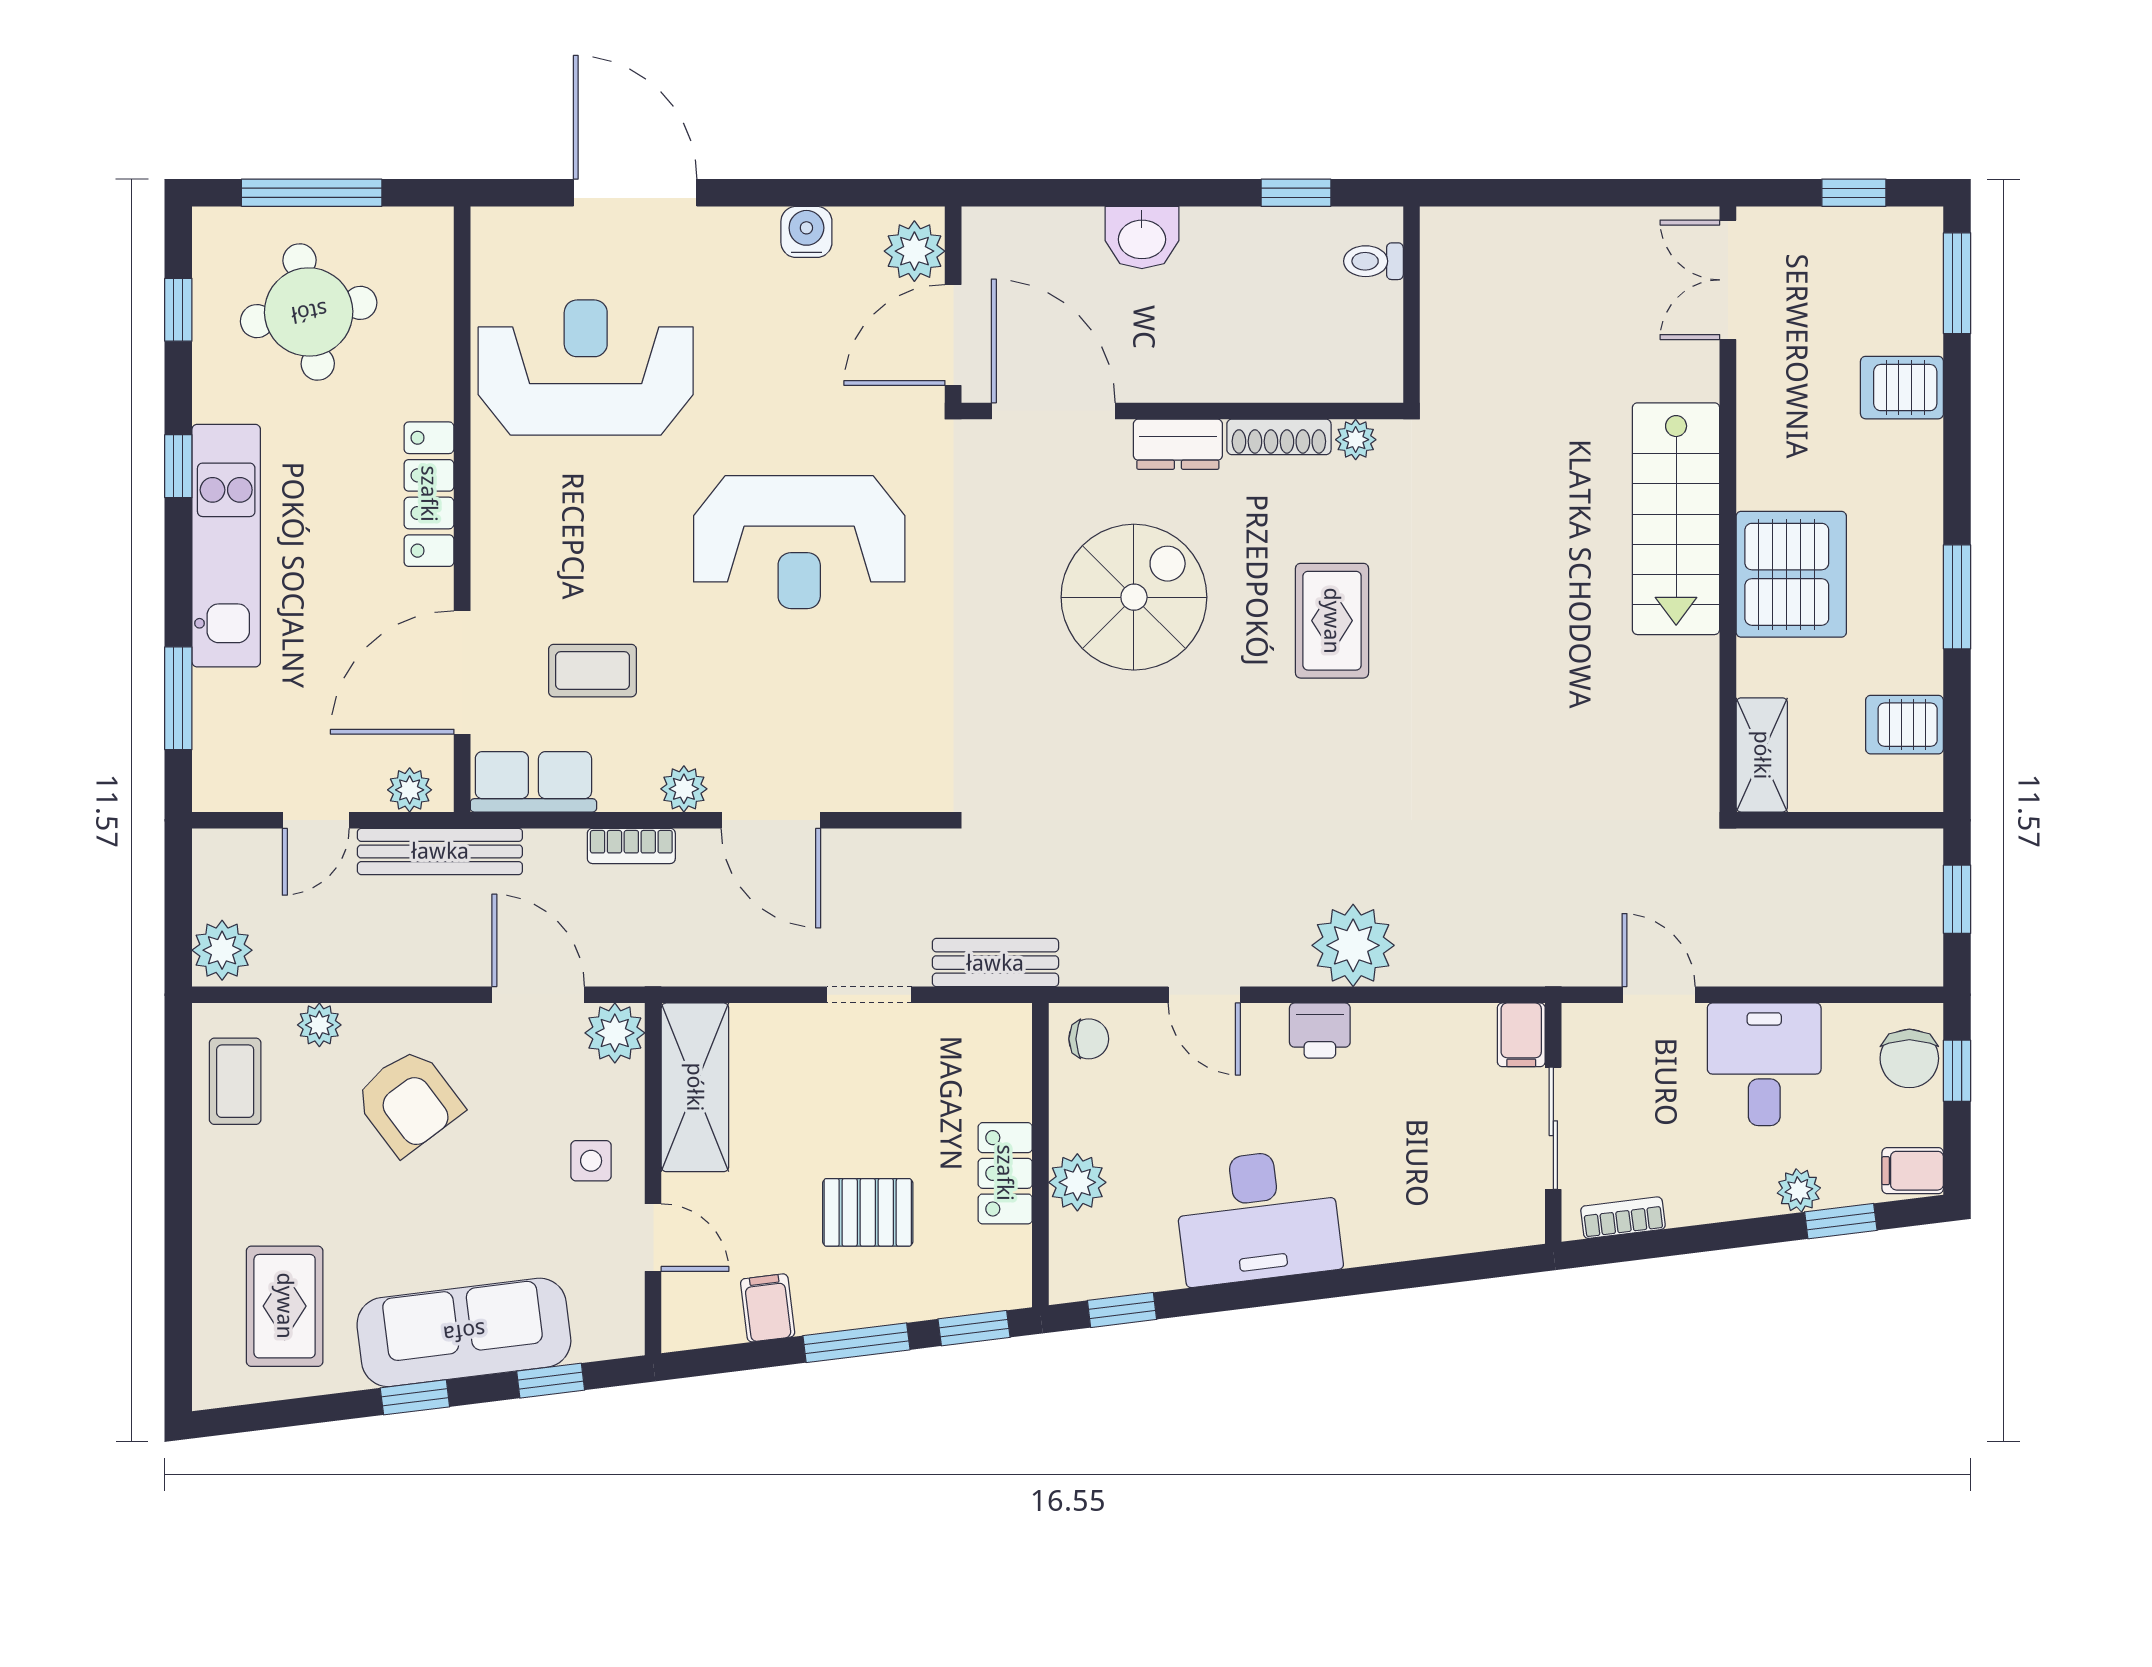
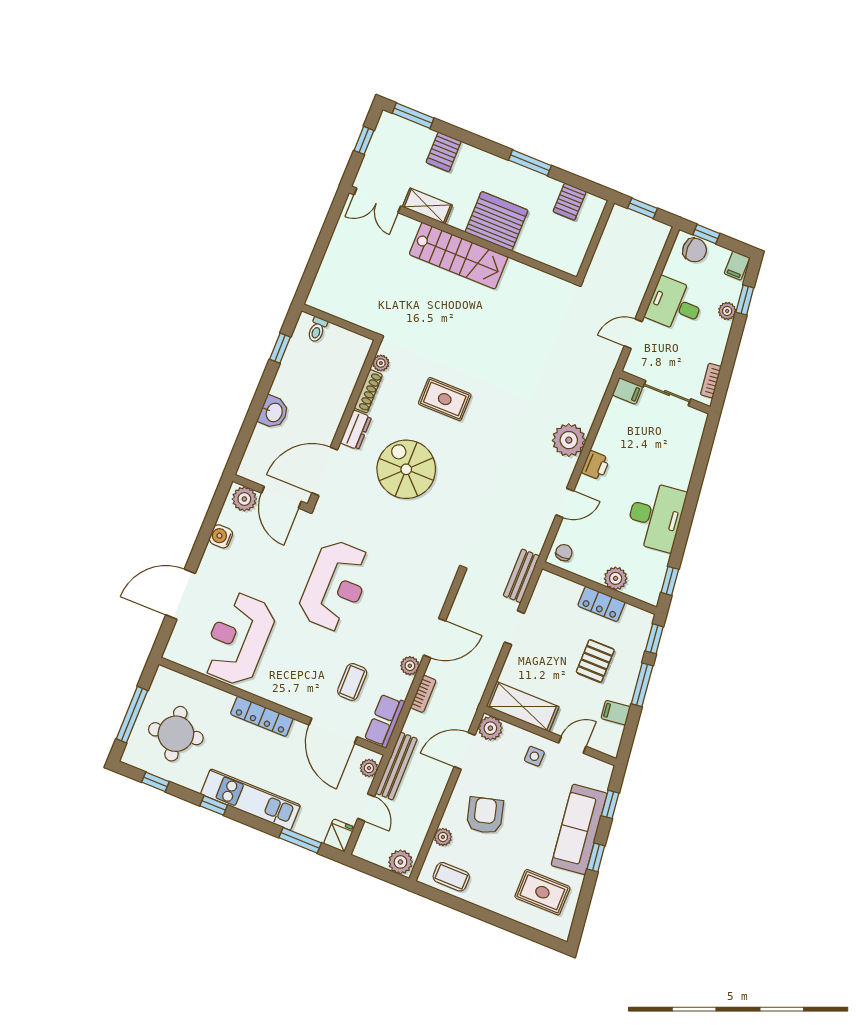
shelving: (1762, 755) -> (427, 206), moved
fridge: (226, 784) -> (339, 835), added
armchair: (408, 1102) -> (485, 815), turned -68

